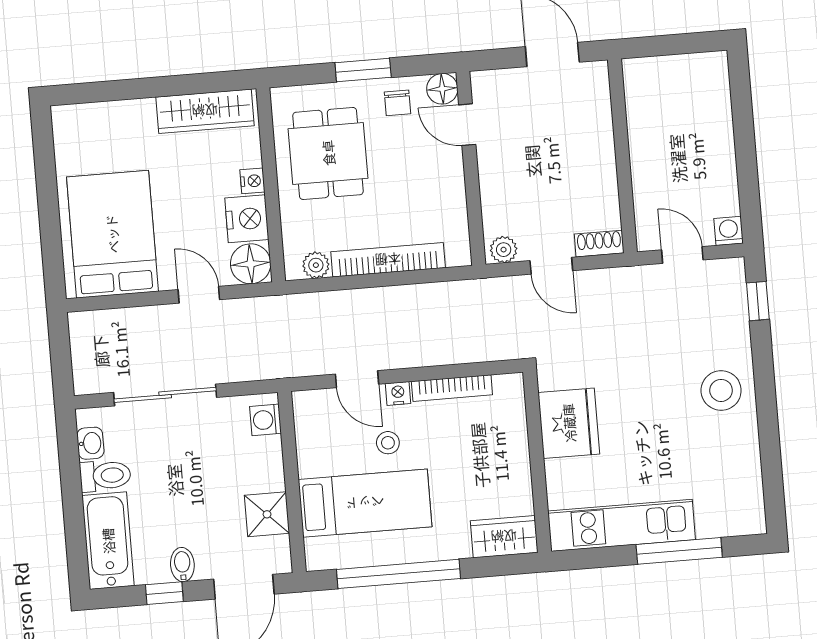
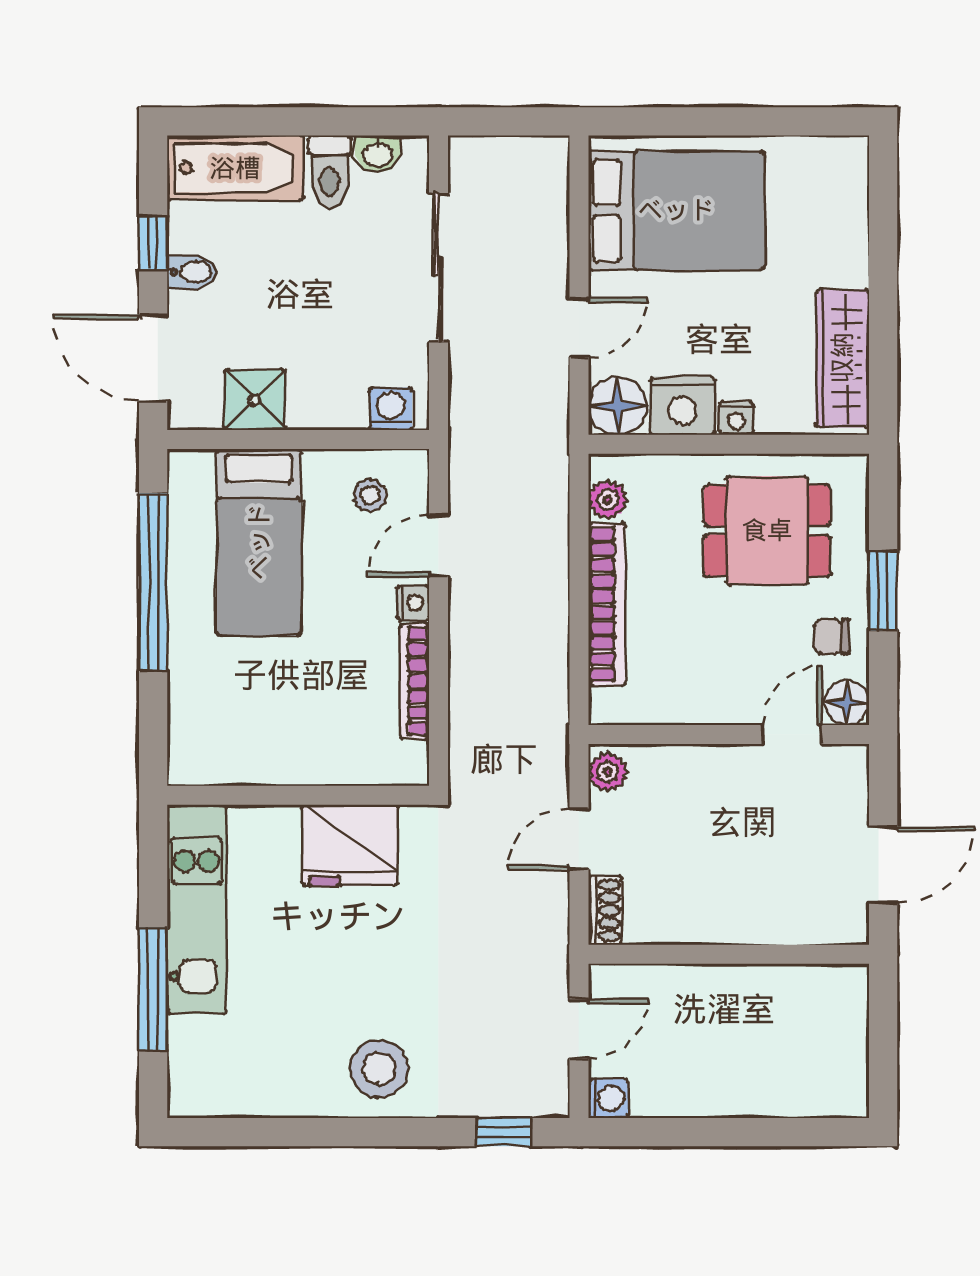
stool: (388, 443) -> (370, 495), moved
wardrobe: (504, 537) -> (194, 739), removed

